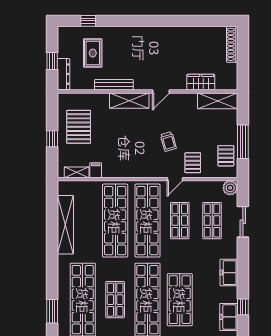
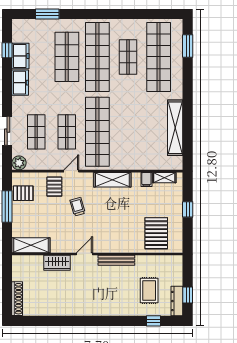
window: (52, 61) -> (188, 295), moved
dresser: (63, 74) -> (177, 301), moved
wardrobe: (201, 82) -> (57, 263), moved
bench: (114, 85) -> (116, 260), moved
shelving: (129, 101) -> (112, 180), moved
pallet: (79, 127) -> (156, 233), moved
pallet: (226, 156) -> (23, 193), turned 90
shop shelf: (115, 221) -> (128, 132), removed
freezer: (229, 317) -> (20, 56), moved

